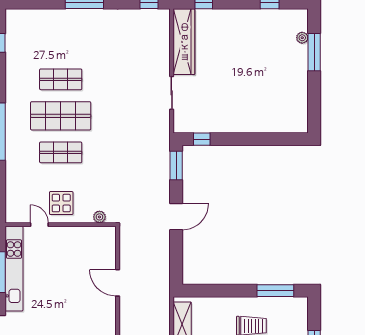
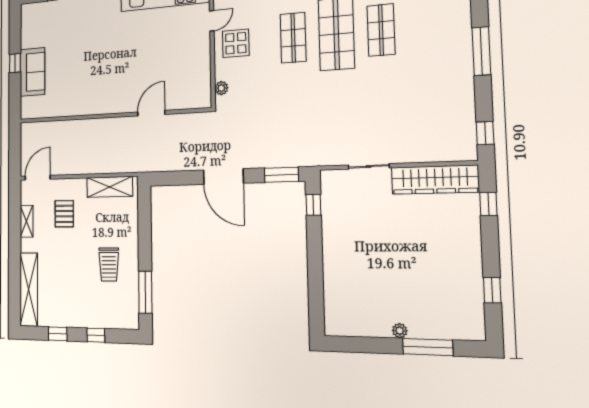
plant: (302, 38) -> (400, 331), moved
door: (176, 217) -> (223, 177), width x1.36

